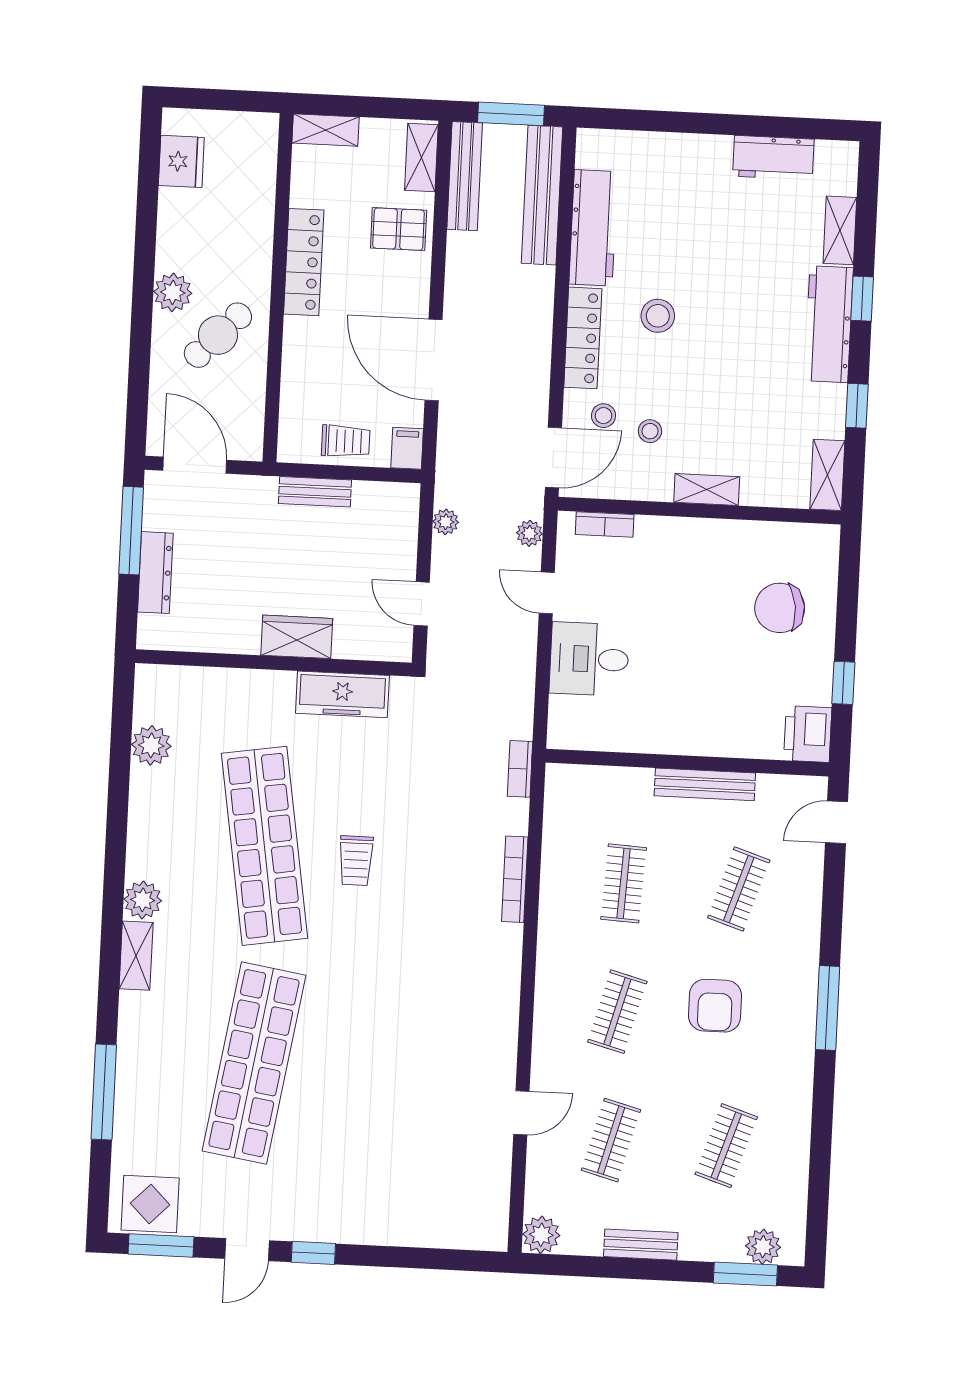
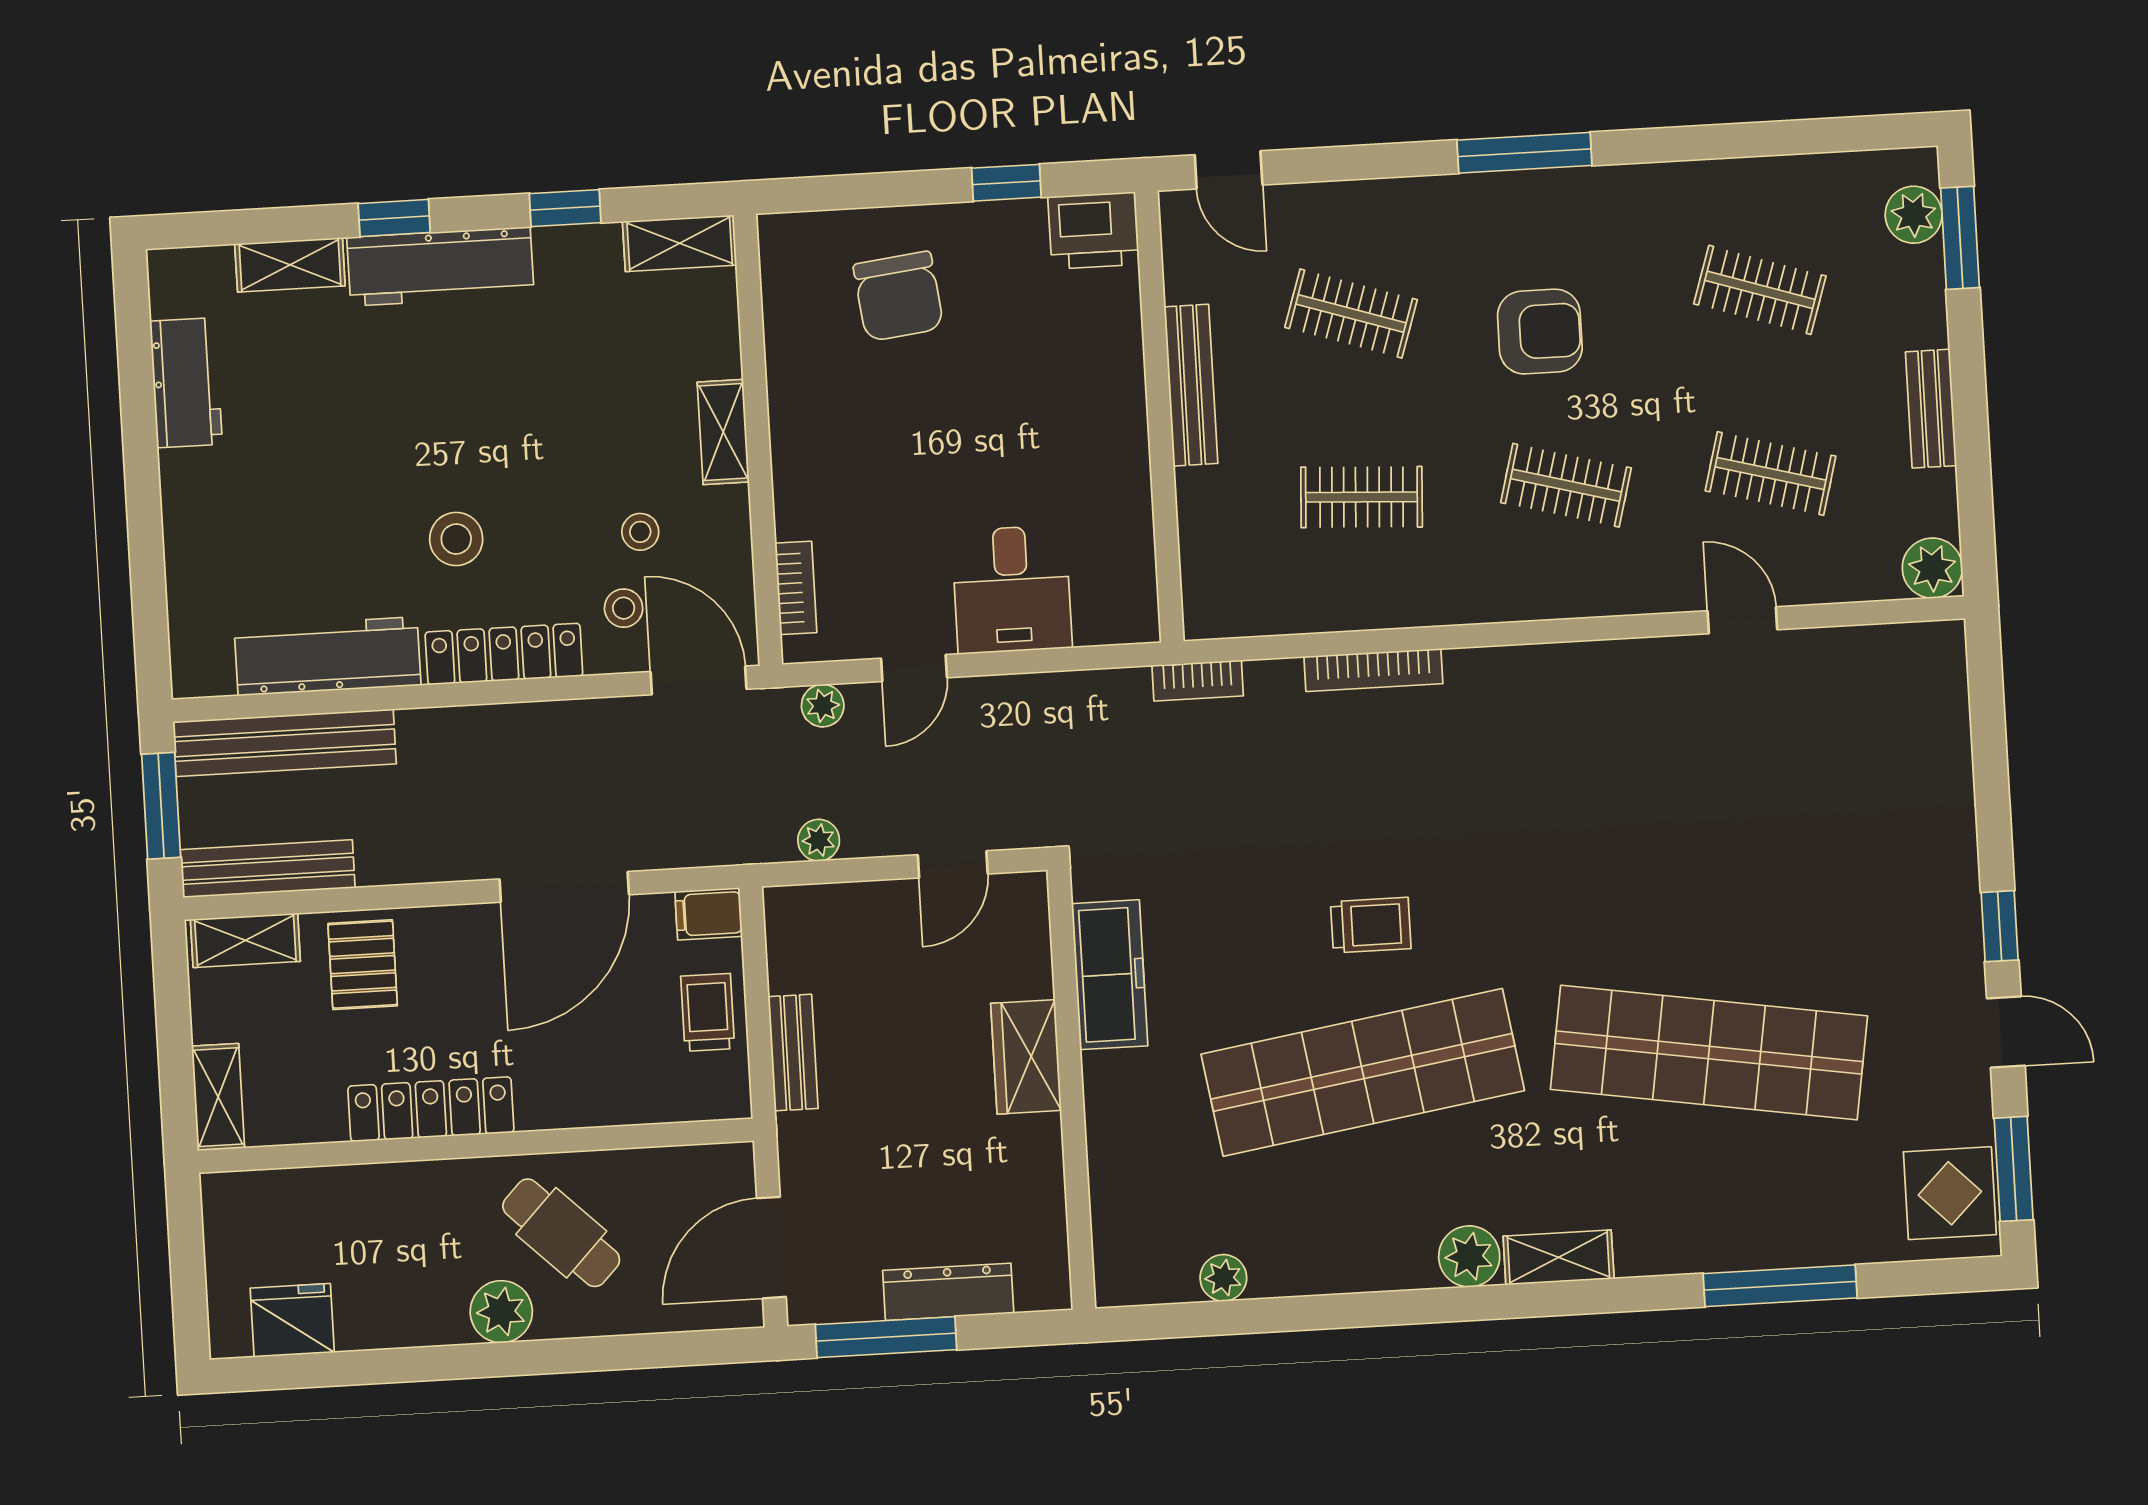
plant: (151, 745) -> (1223, 1278), width x0.73, depth x0.73

